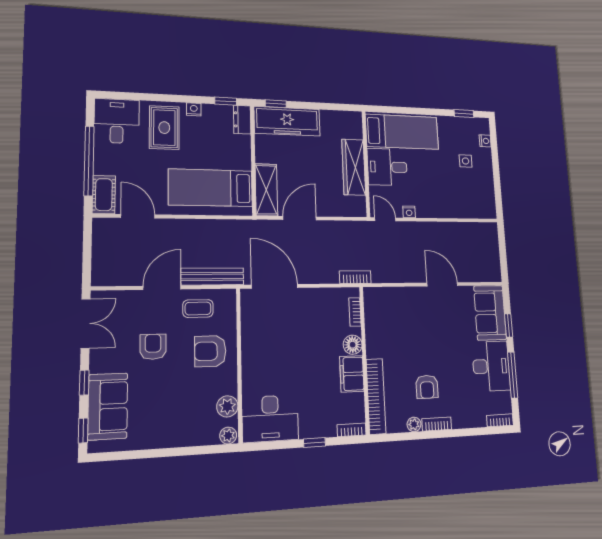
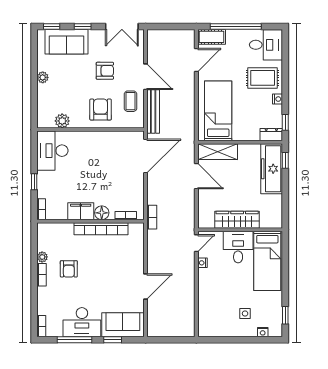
armchair: (427, 387) -> (69, 269), turned -90
bookcase: (376, 396) -> (101, 229), moved
plant: (228, 436) -> (43, 77), moved

